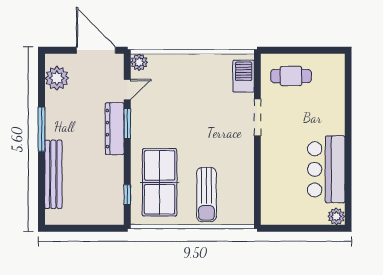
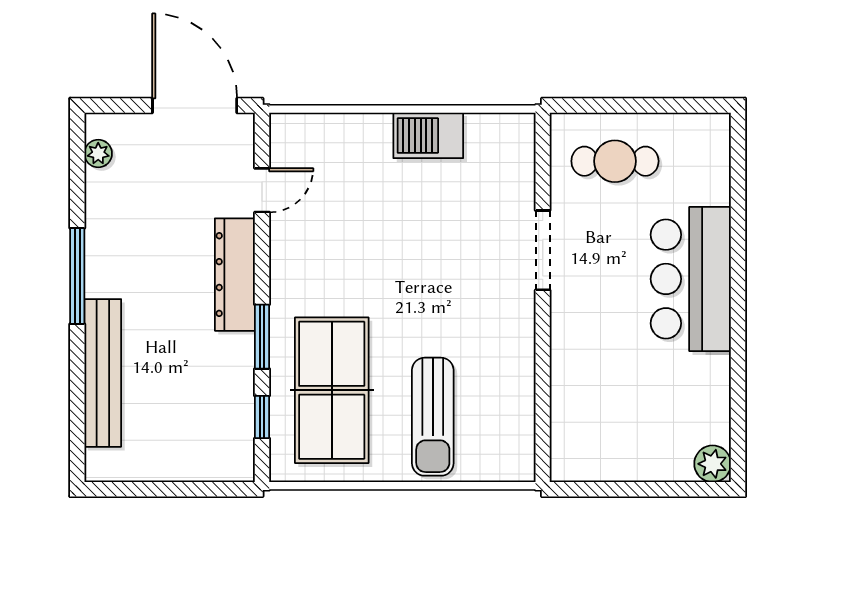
plant: (139, 62) -> (288, 131), removed
barbecue: (244, 76) -> (428, 135), moved, turned -90
plant: (57, 78) -> (98, 153), width x0.53, depth x0.53
window: (127, 124) -> (262, 337), moved
bar counter: (326, 169) -> (691, 279), moved

